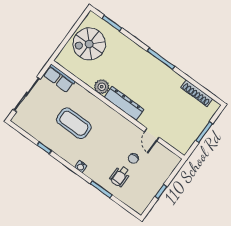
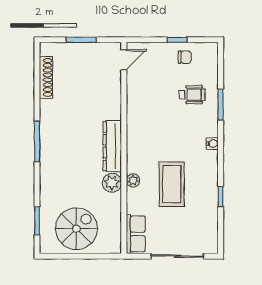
spiral stairs: (89, 44) -> (76, 229), turned -90
plant: (94, 101) -> (133, 180), added
door: (152, 135) -> (124, 60), moved
chair: (133, 158) -> (185, 57), moved

